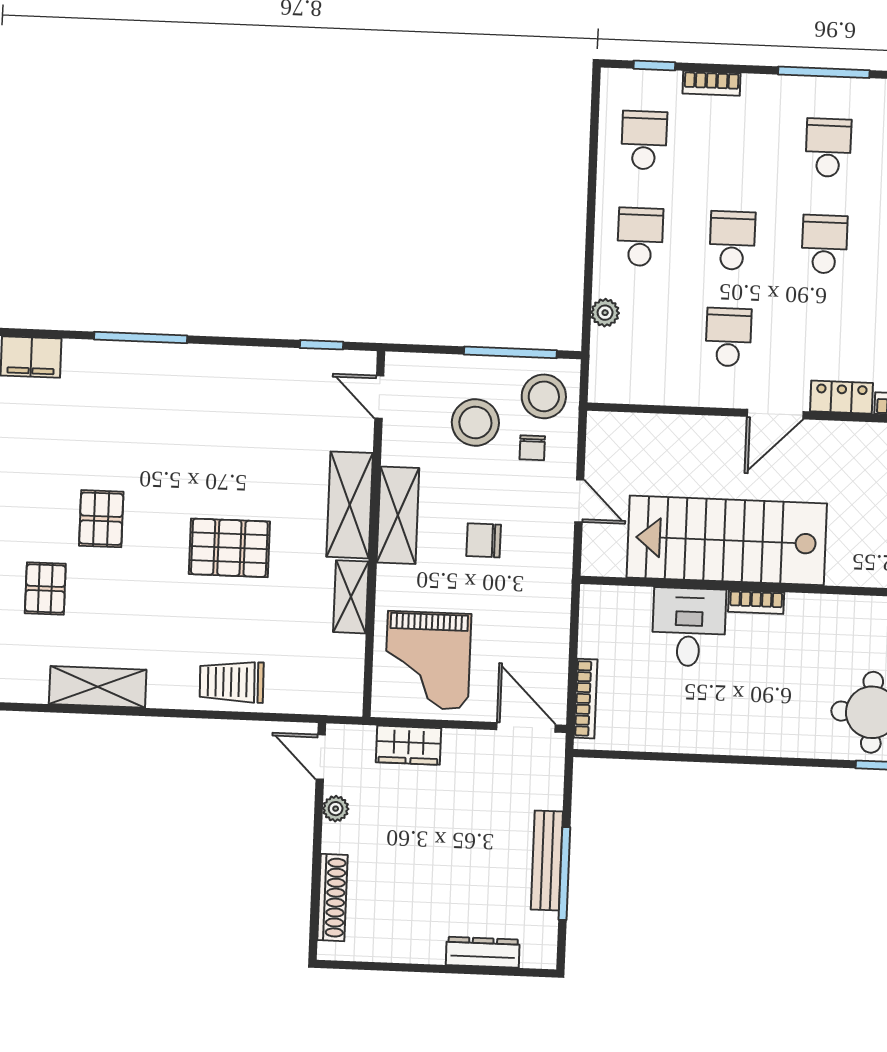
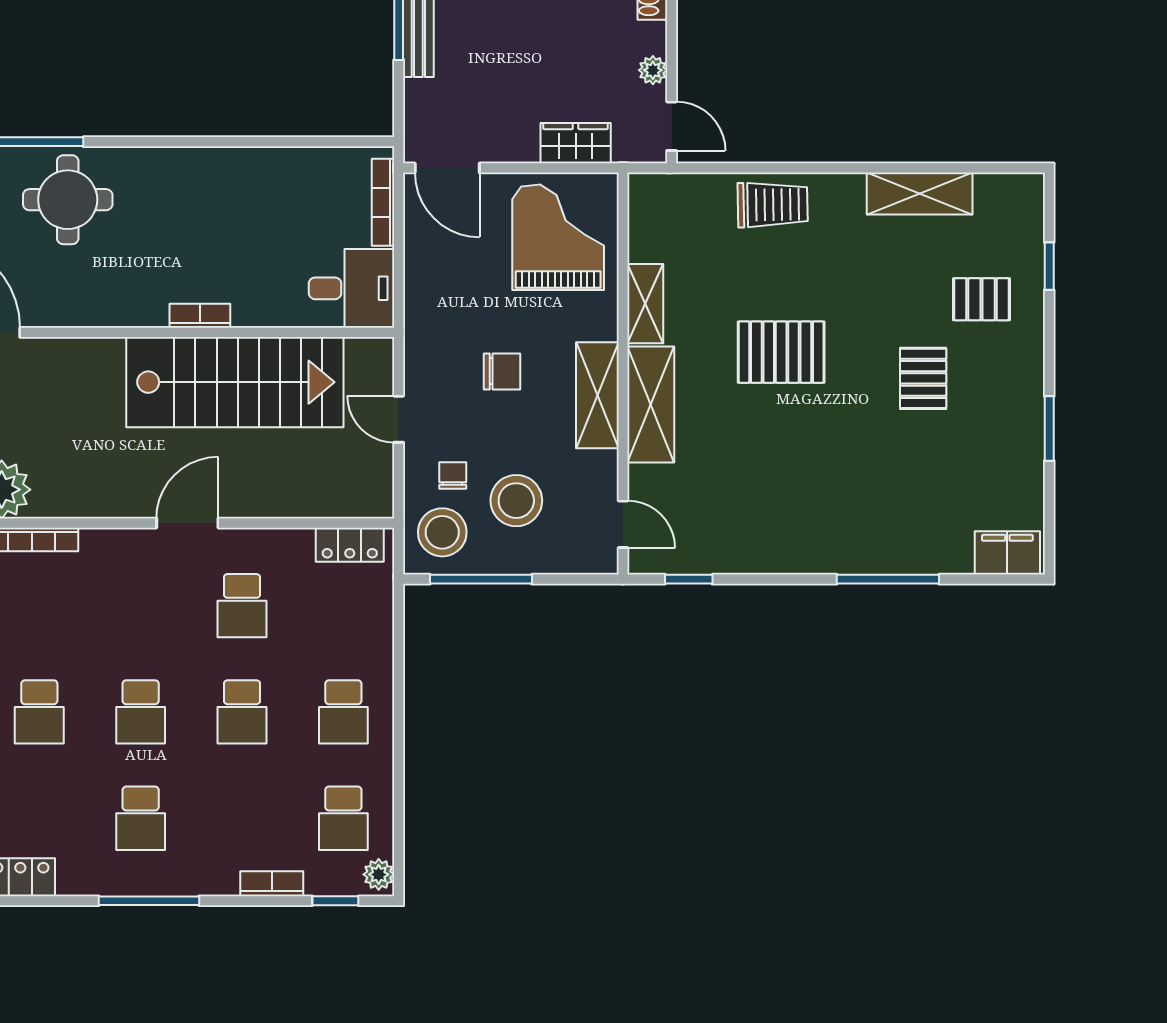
plant: (605, 313) -> (379, 874), moved
locker: (842, 397) -> (350, 545), moved
pallet: (45, 588) -> (982, 299), turned 90
desk: (689, 627) -> (351, 288), moved, turned -90

